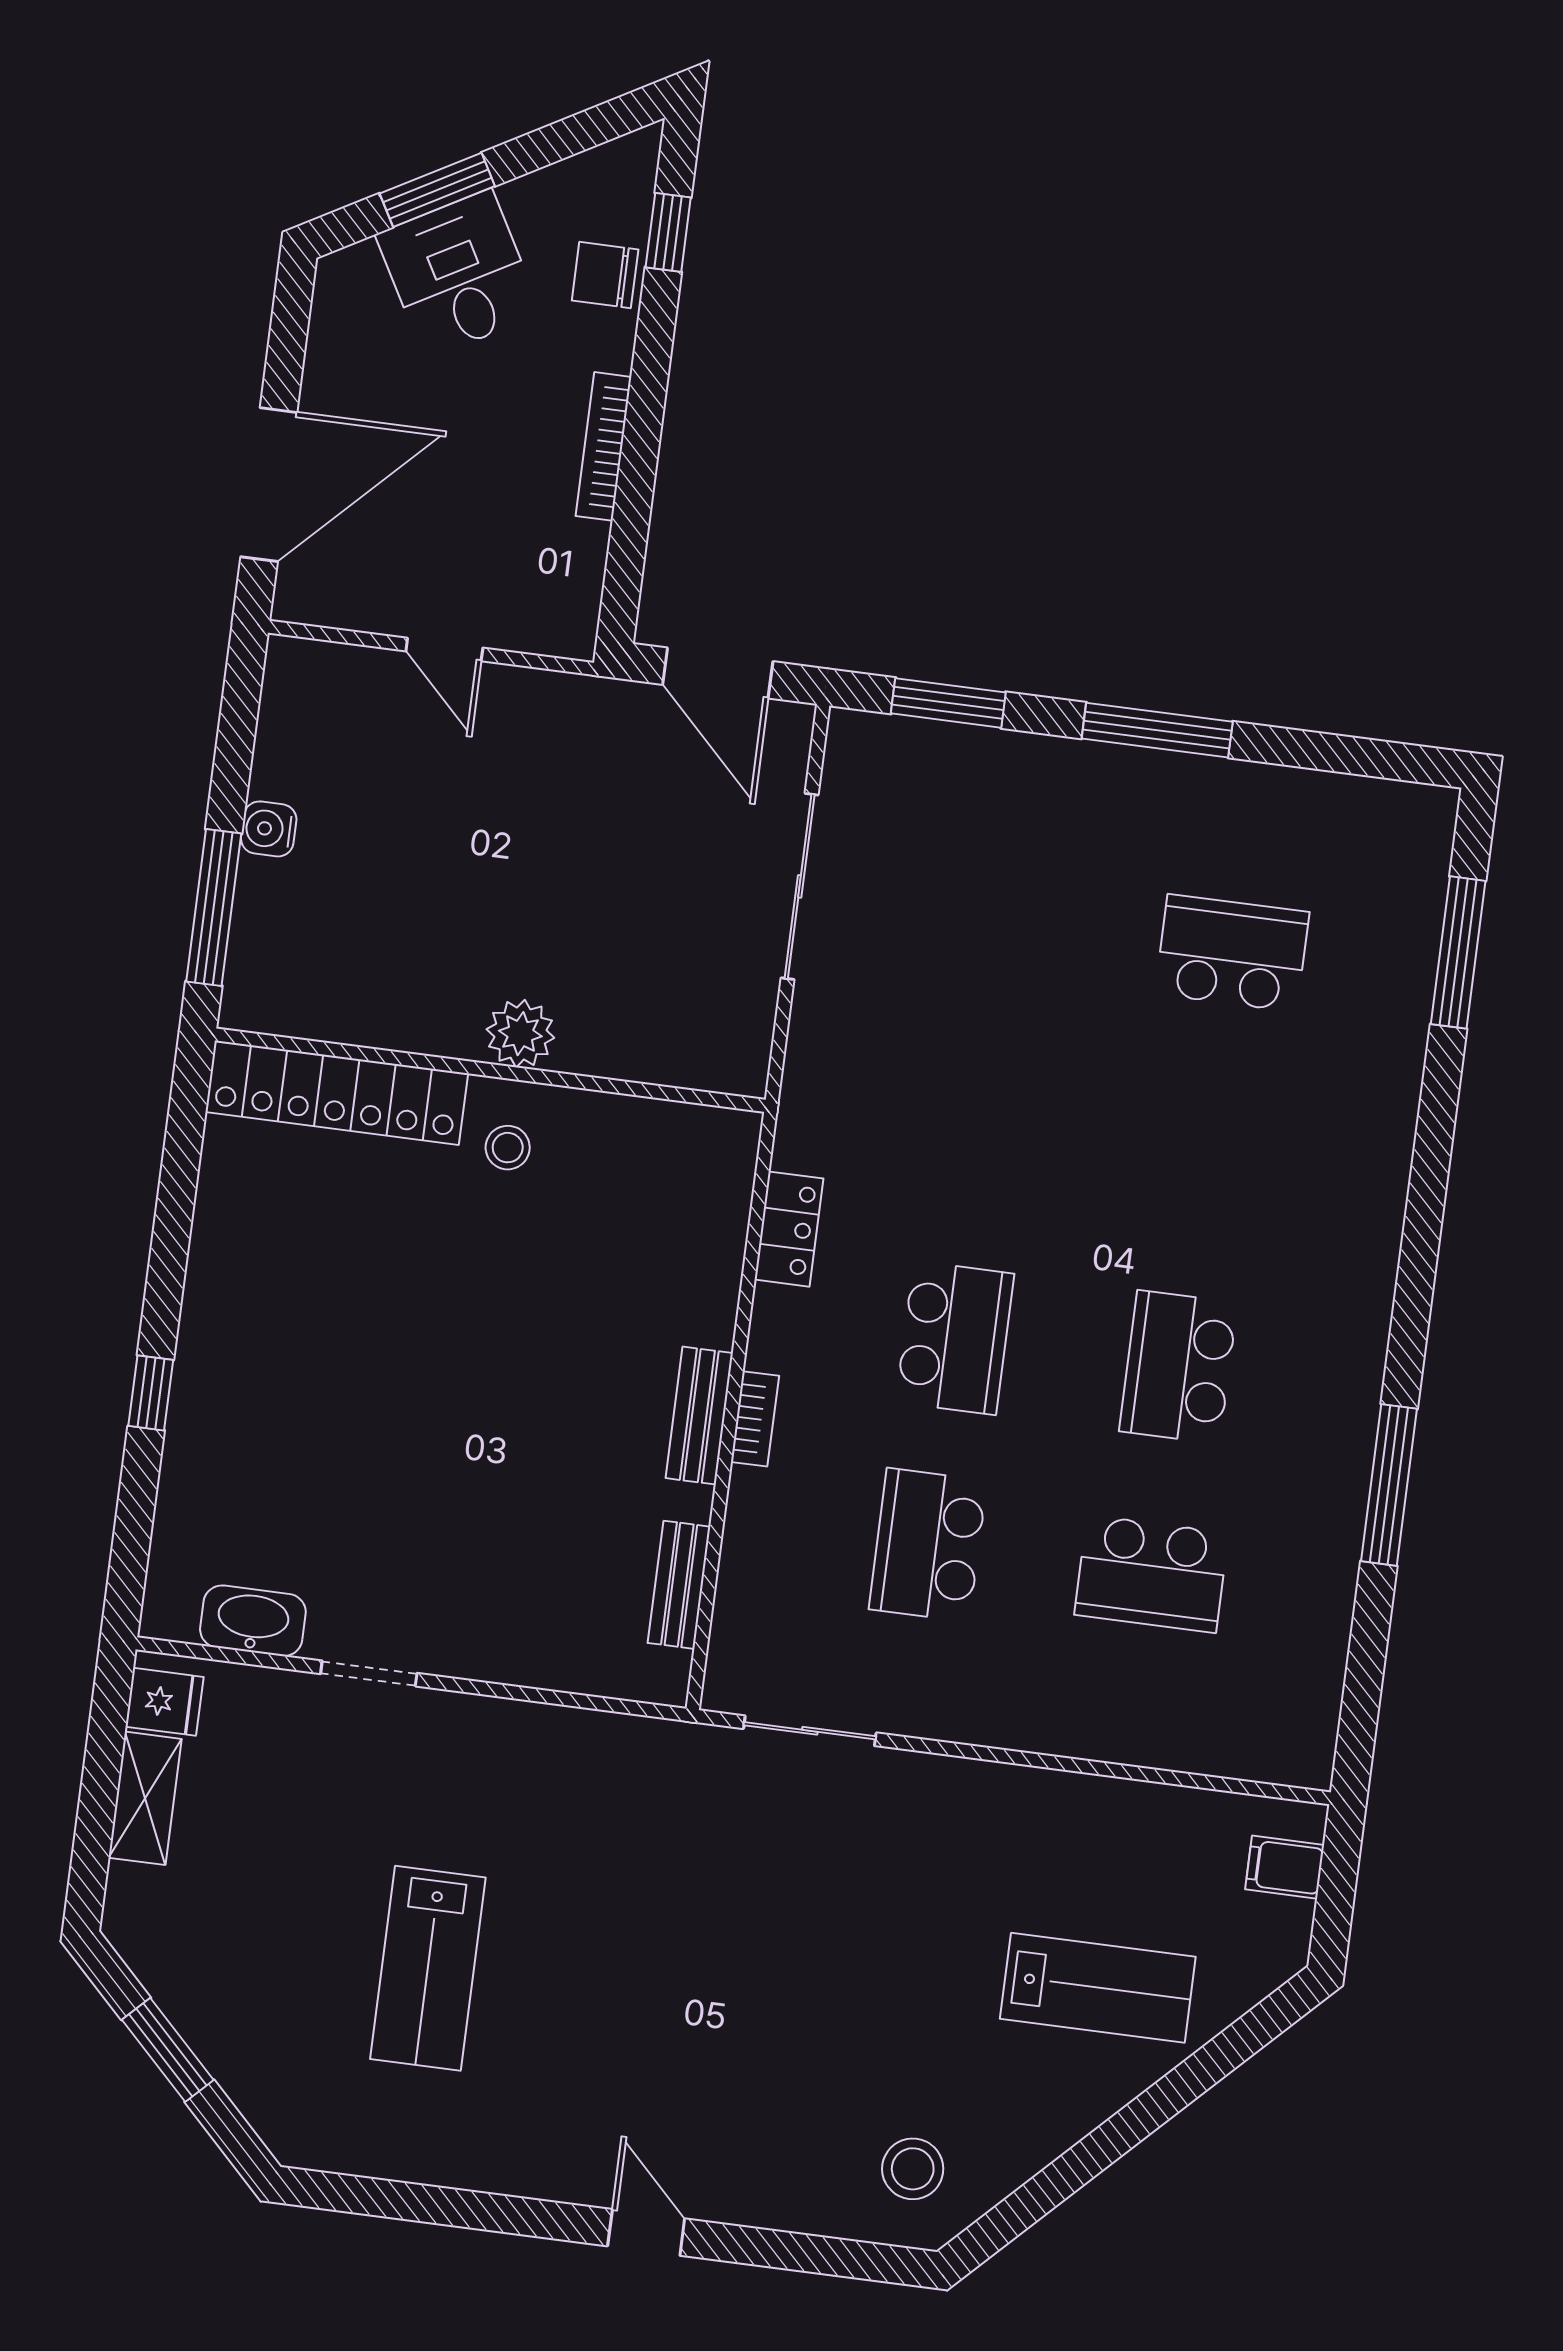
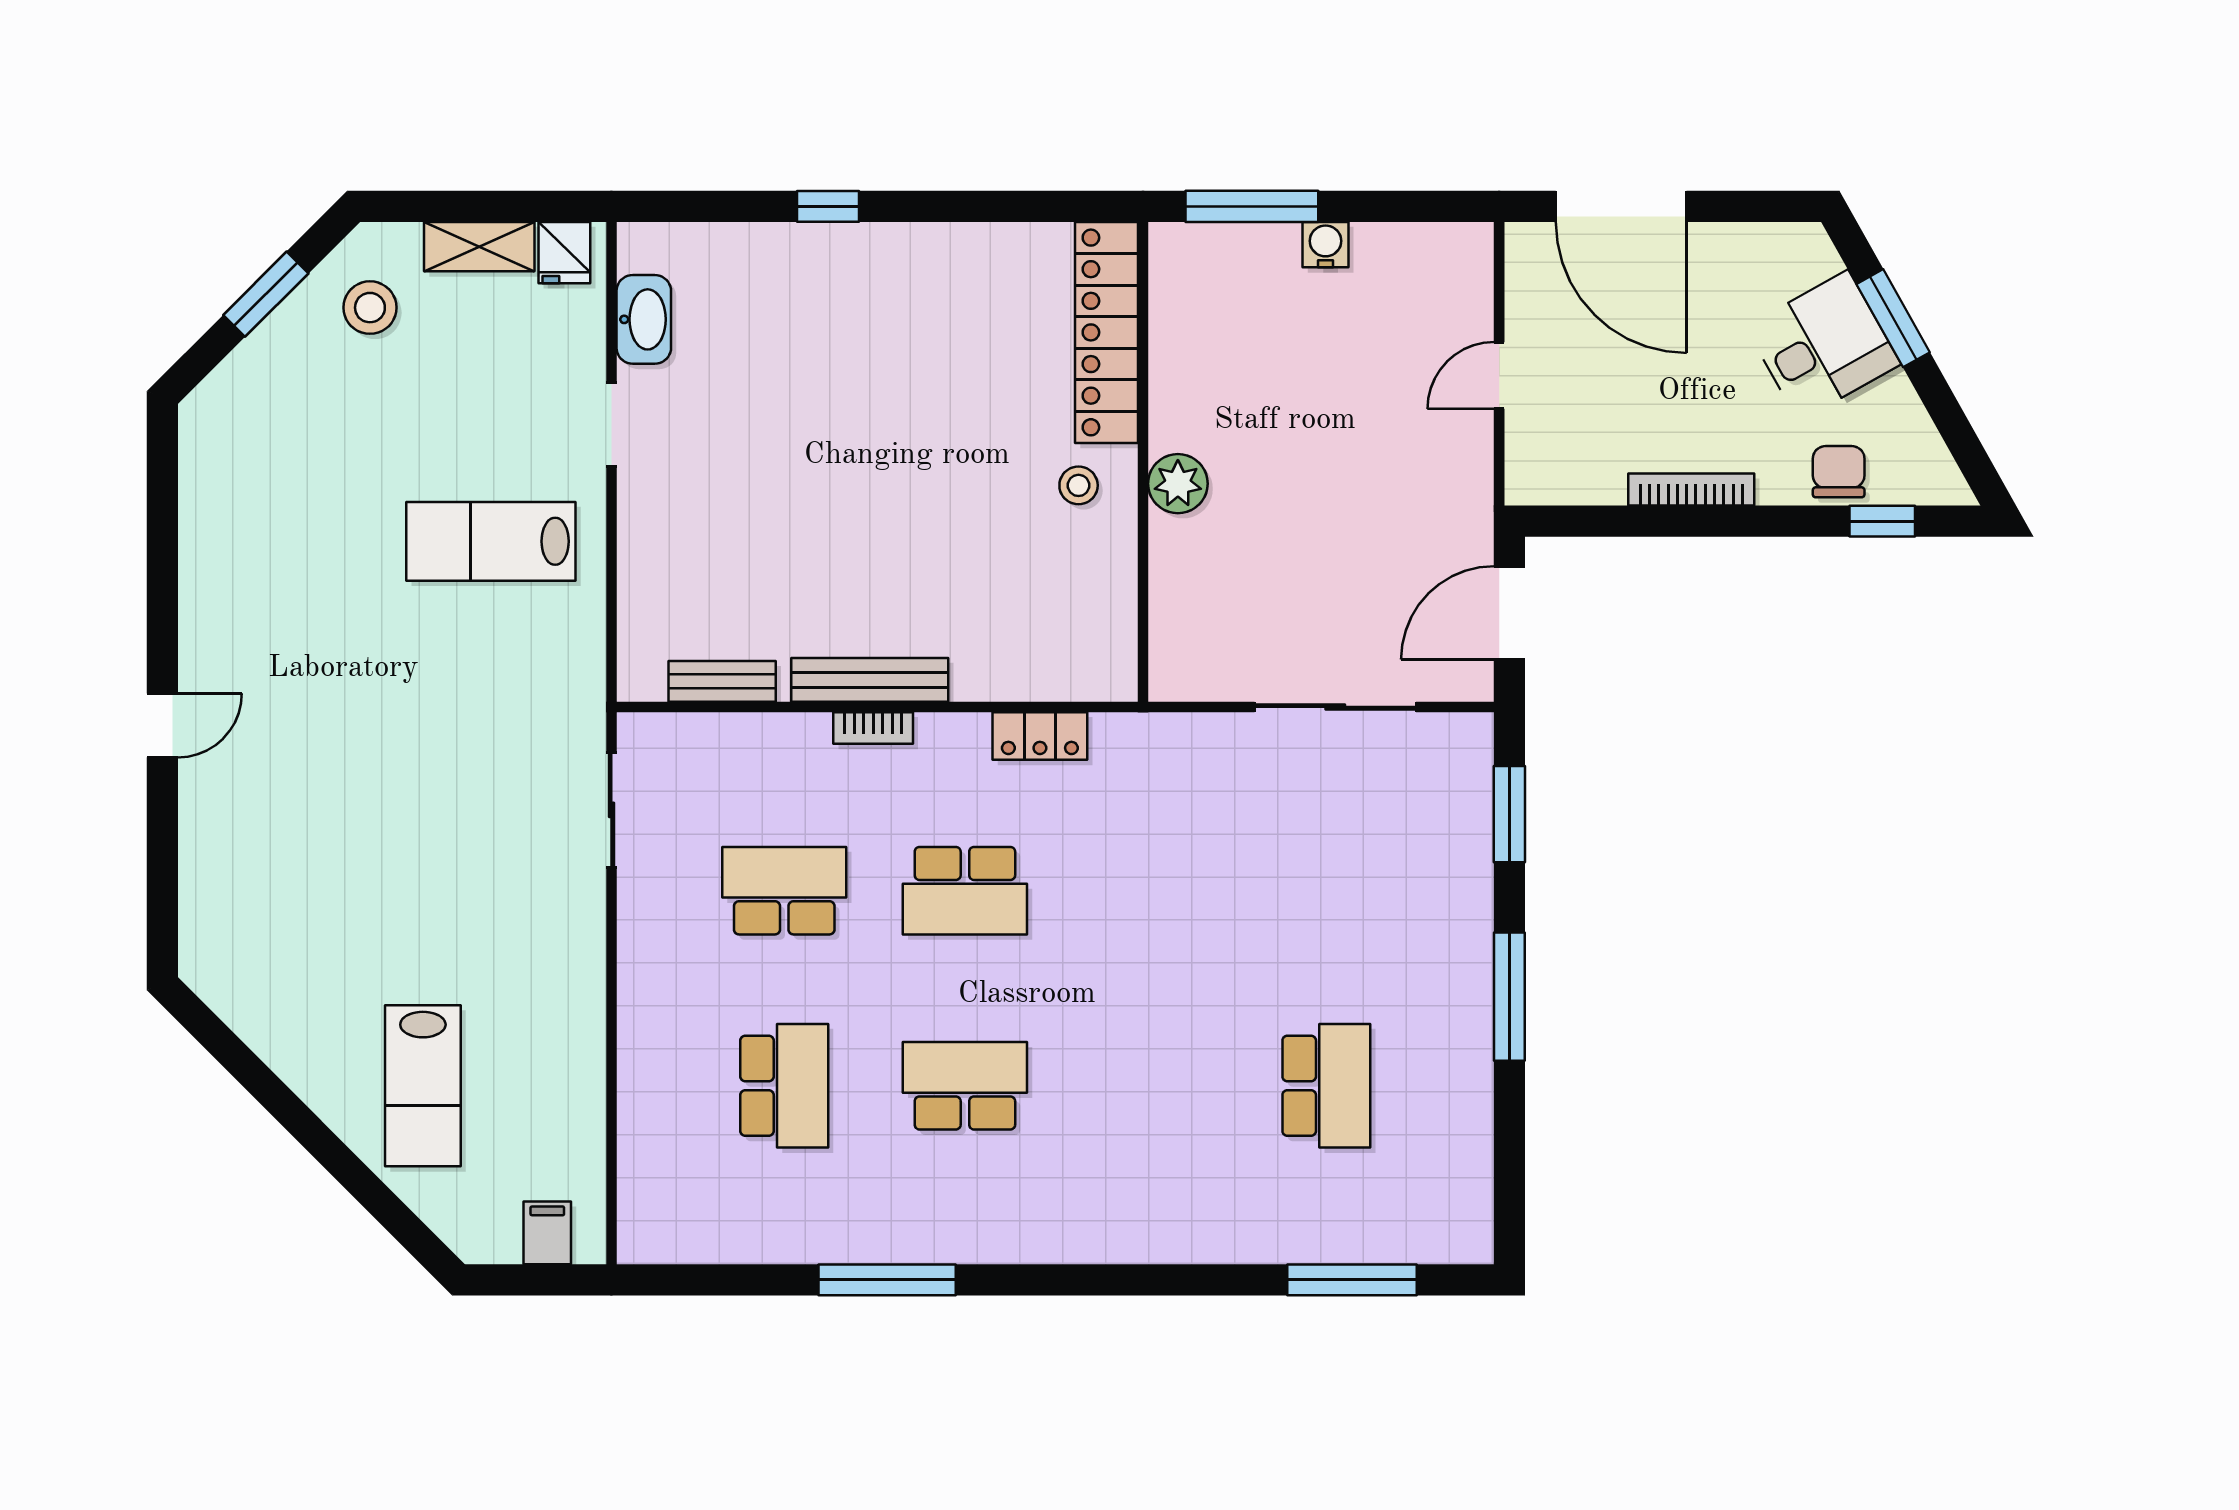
bench: (699, 1416) -> (870, 680), width x1.36
school desk: (1151, 1574) -> (784, 1086), turned 180
lab bench: (428, 1968) -> (491, 541), moved
stool: (913, 2169) -> (370, 308), moved

